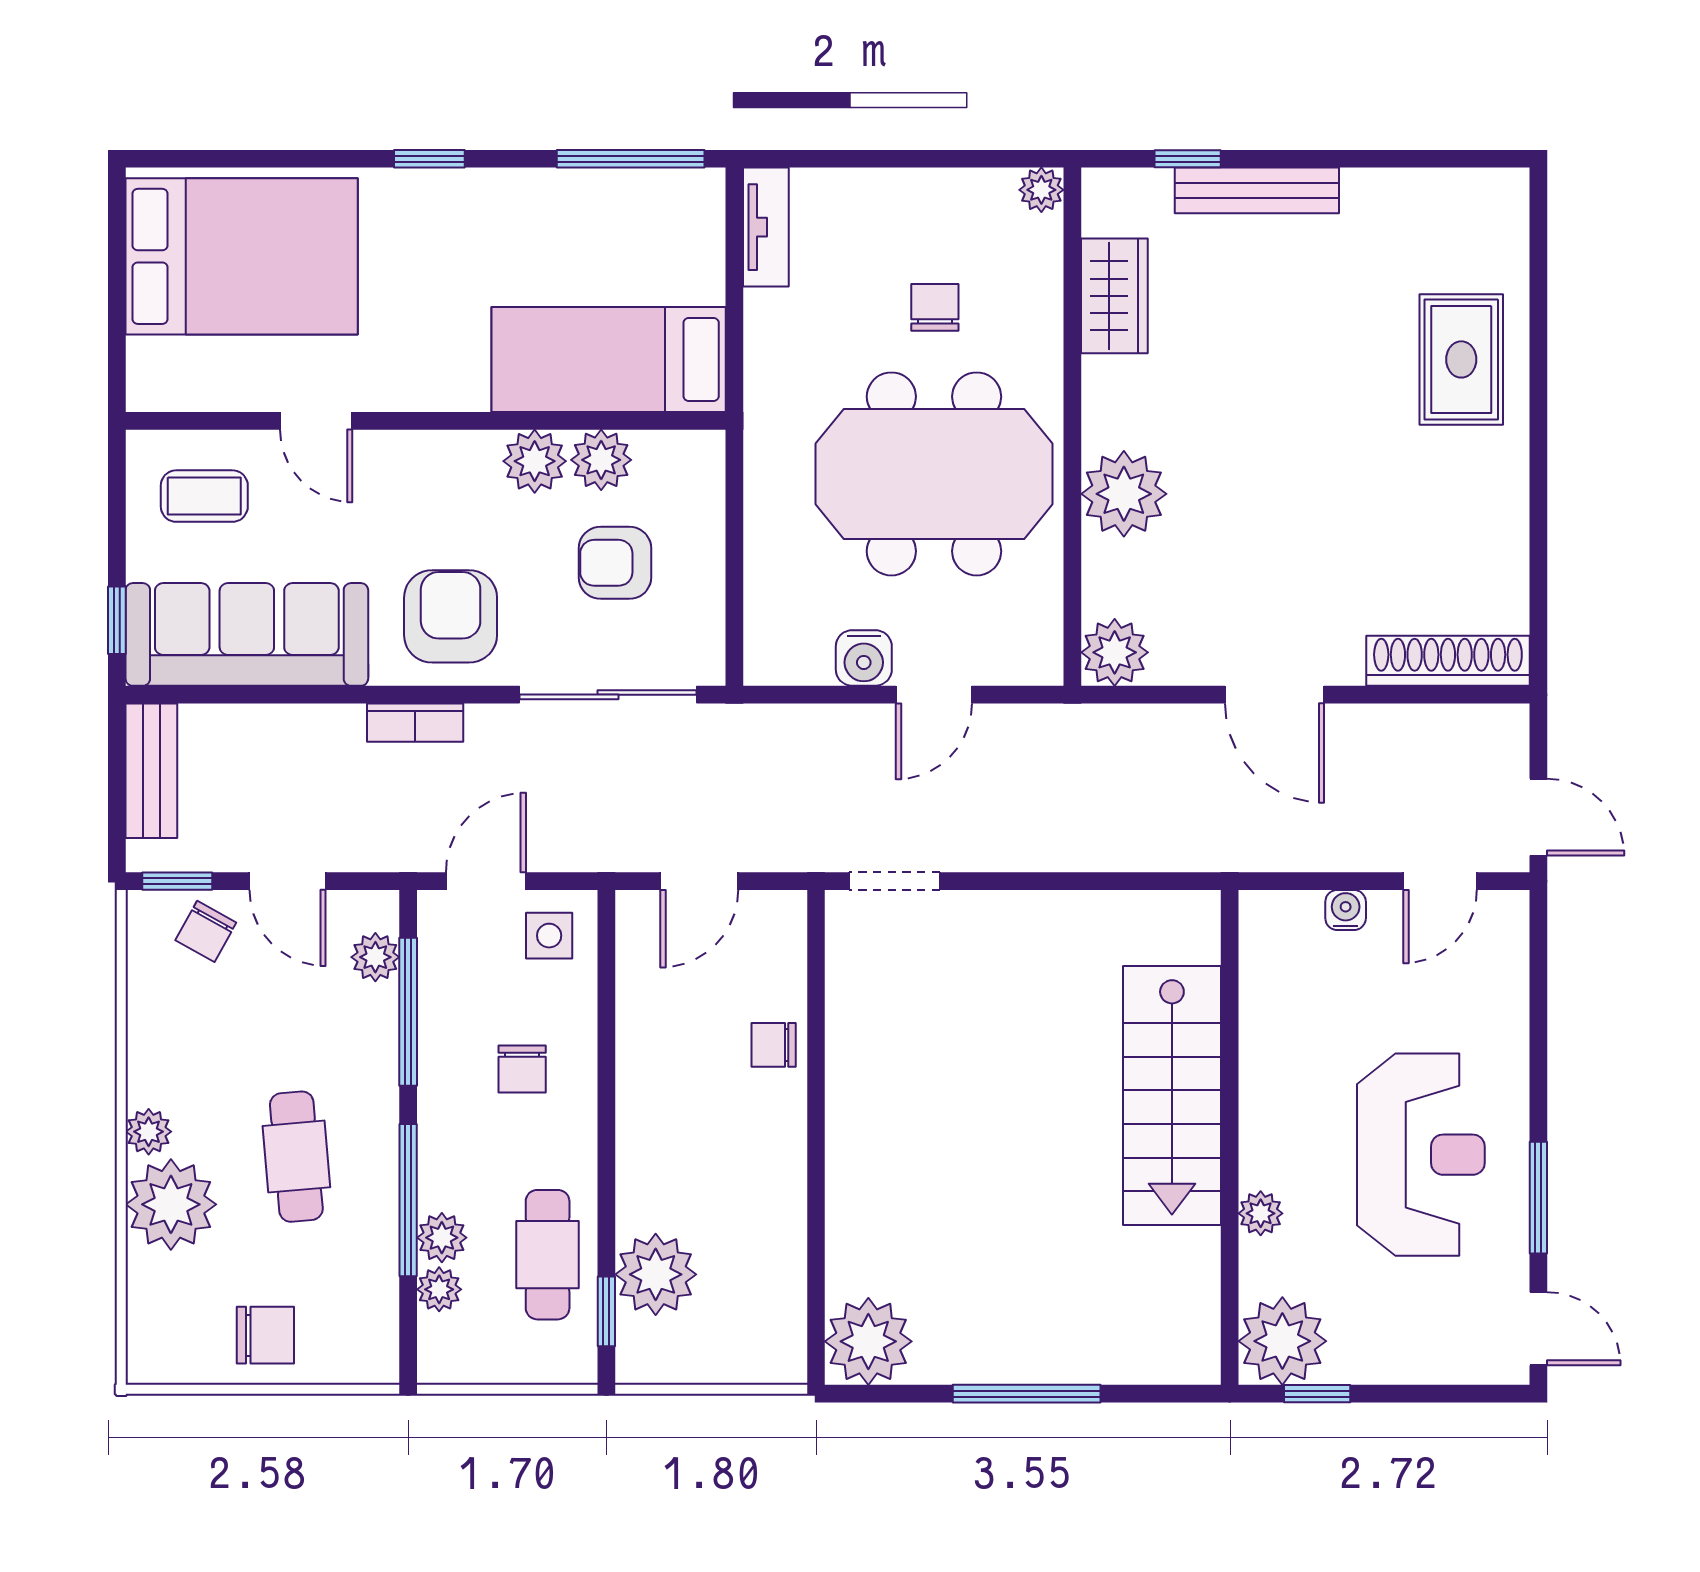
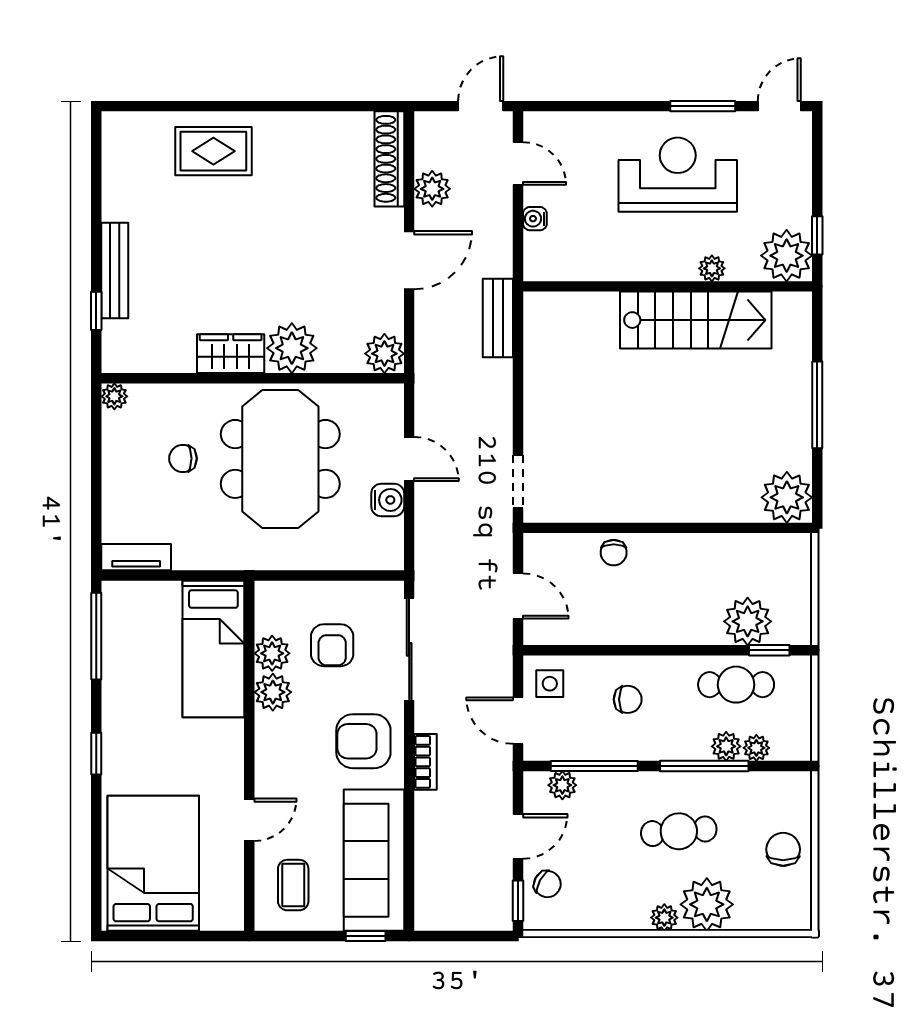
wardrobe: (1114, 296) -> (231, 354), moved
plant: (1397, 734) -> (432, 189), added
bench: (151, 771) -> (498, 318), moved, turned 90
stairs: (1172, 1095) -> (696, 320), moved

